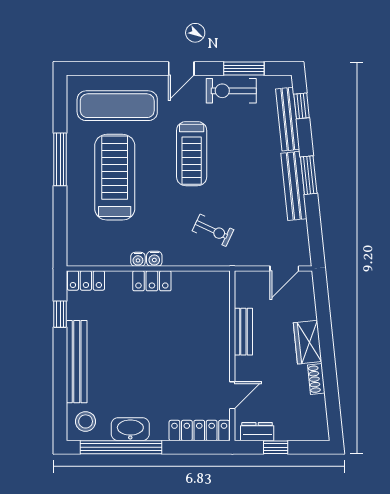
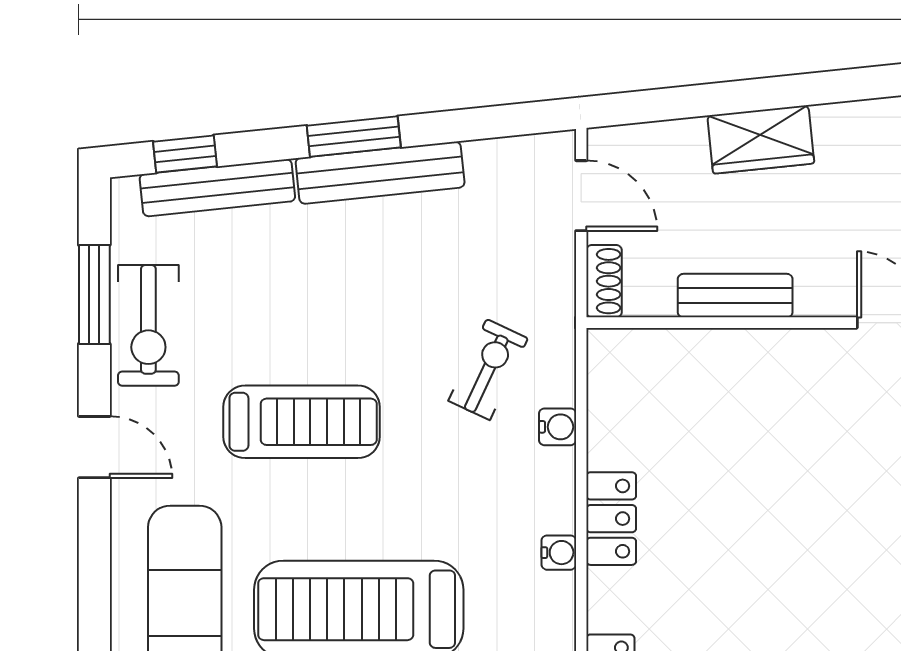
water cooler: (154, 259) -> (558, 427), moved
shoe rack: (316, 379) -> (604, 281), moved, turned -84

